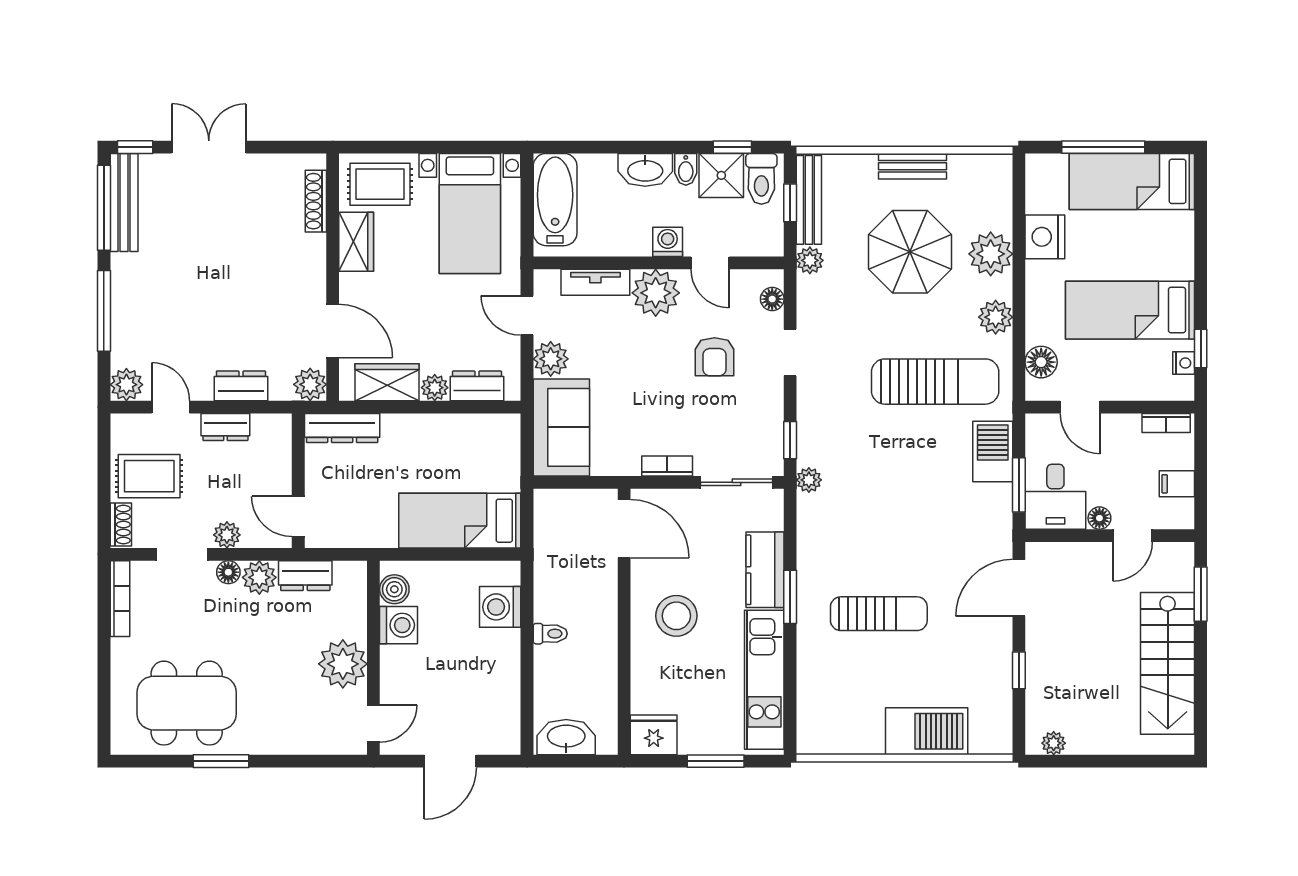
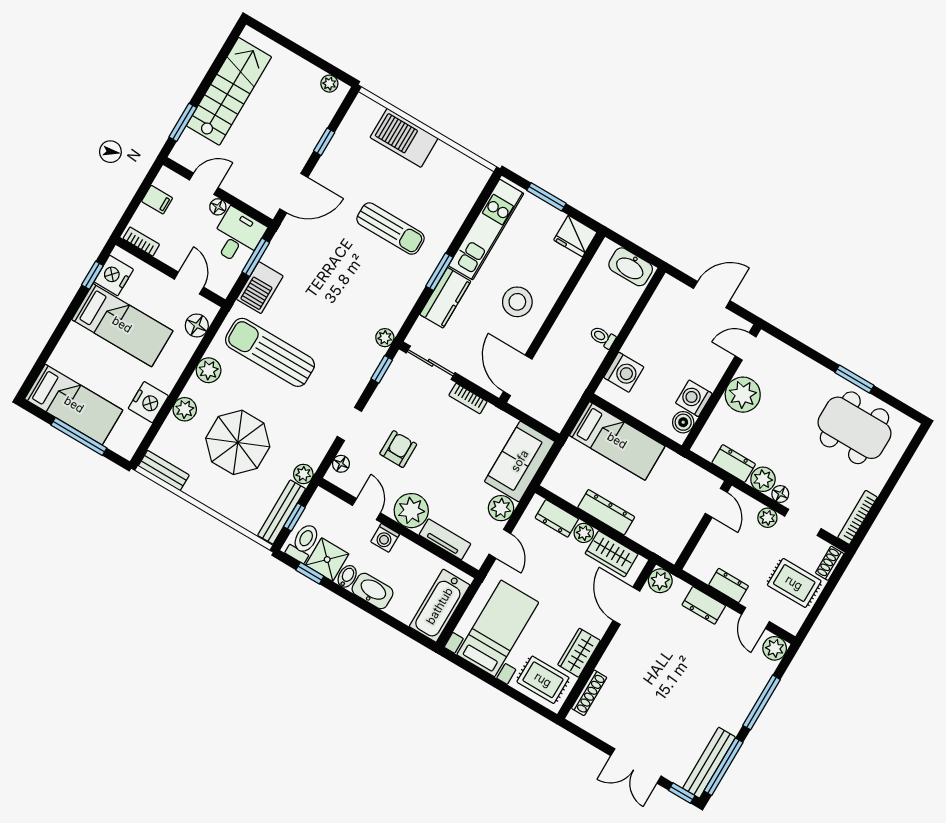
bench: (912, 166) -> (164, 471), moved
plant: (991, 254) -> (185, 409), width x0.73, depth x0.73
nightstand: (1184, 363) -> (114, 276), width x1.89, depth x1.79
dresser: (342, 428) -> (606, 512), moved
sun lounger: (879, 614) -> (390, 229), turned 180

